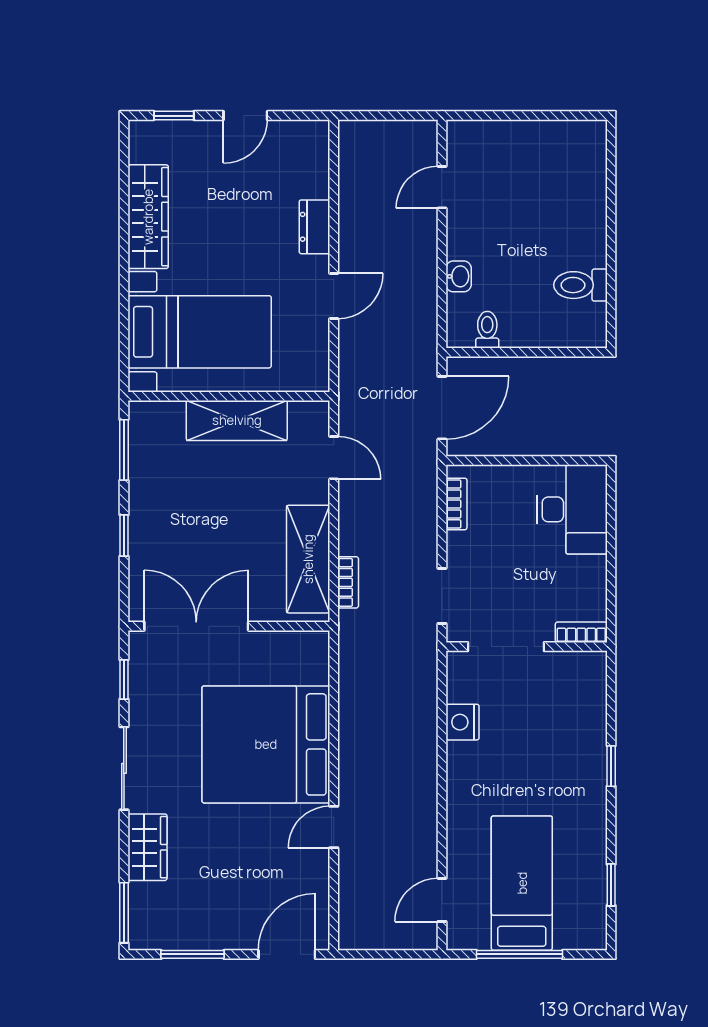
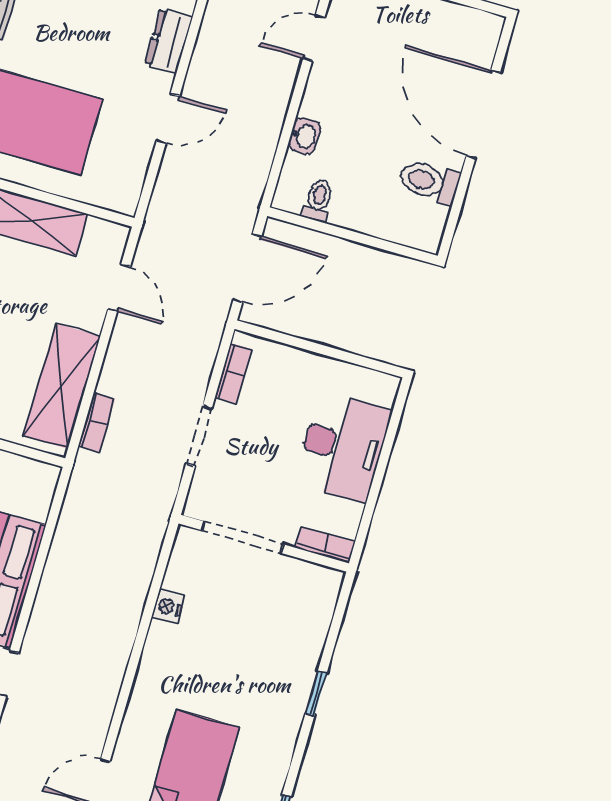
door: (611, 211) -> (483, 114), added
desk: (572, 509) -> (343, 447), moved
doorway: (442, 596) -> (199, 436), moved
nightstand: (462, 722) -> (168, 607), width x0.72, depth x0.74

